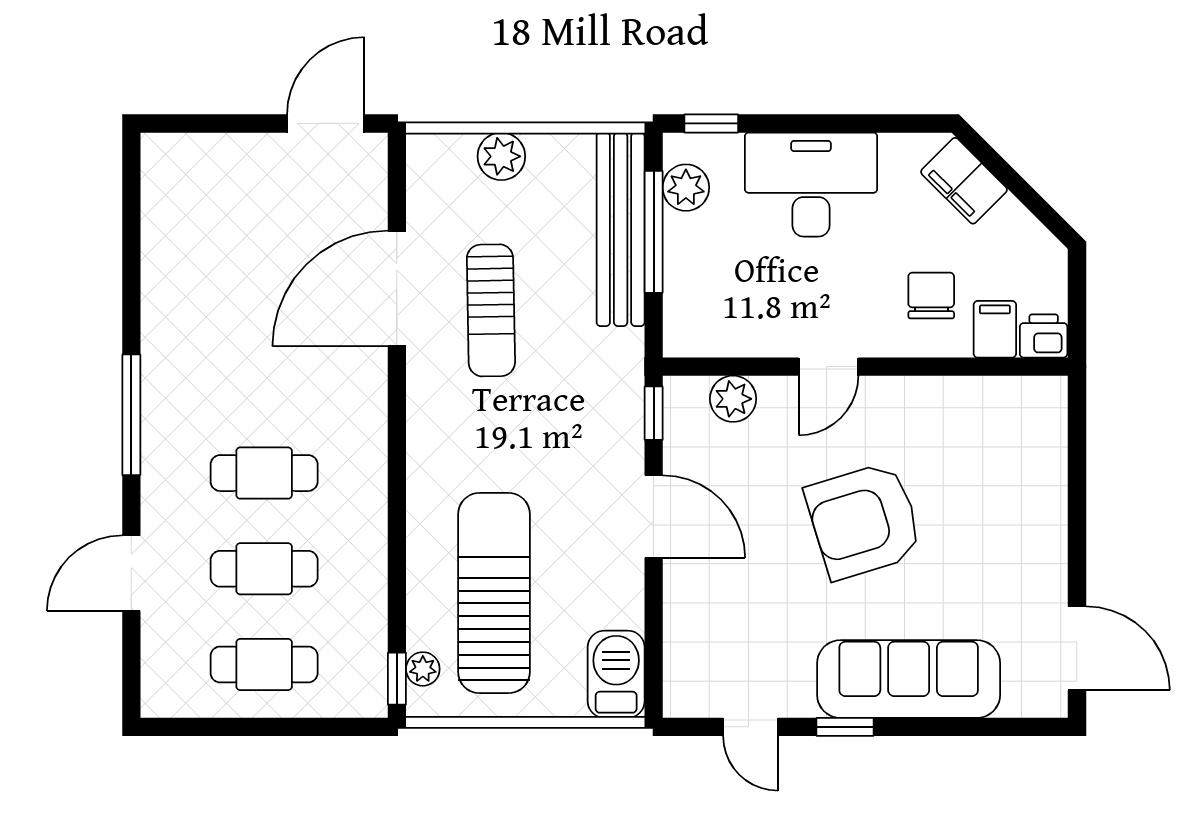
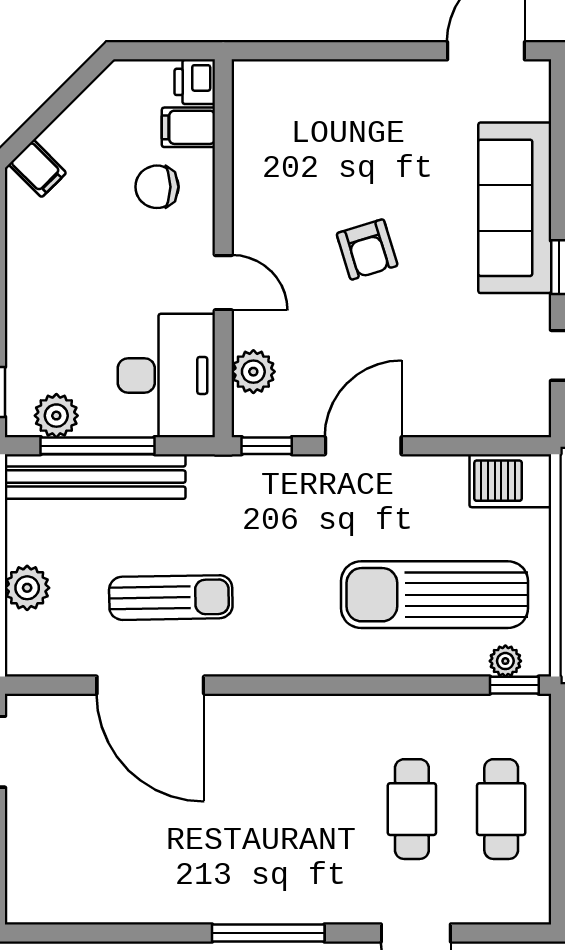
filing cabinet: (964, 181) -> (37, 169), width x0.50
desk: (811, 185) -> (166, 375), moved, turned 180
cafe table: (264, 473) -> (323, 809), removed
armchair: (864, 521) -> (367, 249), width x0.53, depth x0.53

